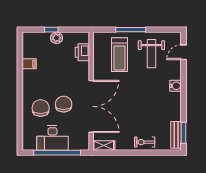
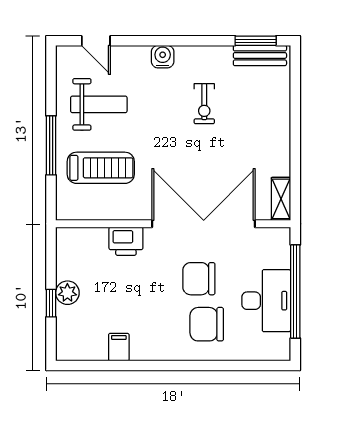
printer: (82, 52) -> (126, 241), moved
exercise bike: (145, 142) -> (204, 104), moved

